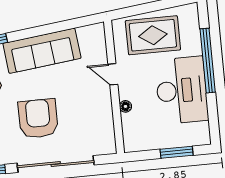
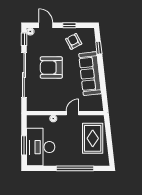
desk: (182, 90) -> (41, 147), moved, turned 90
armchair: (38, 119) -> (51, 68), turned 180

